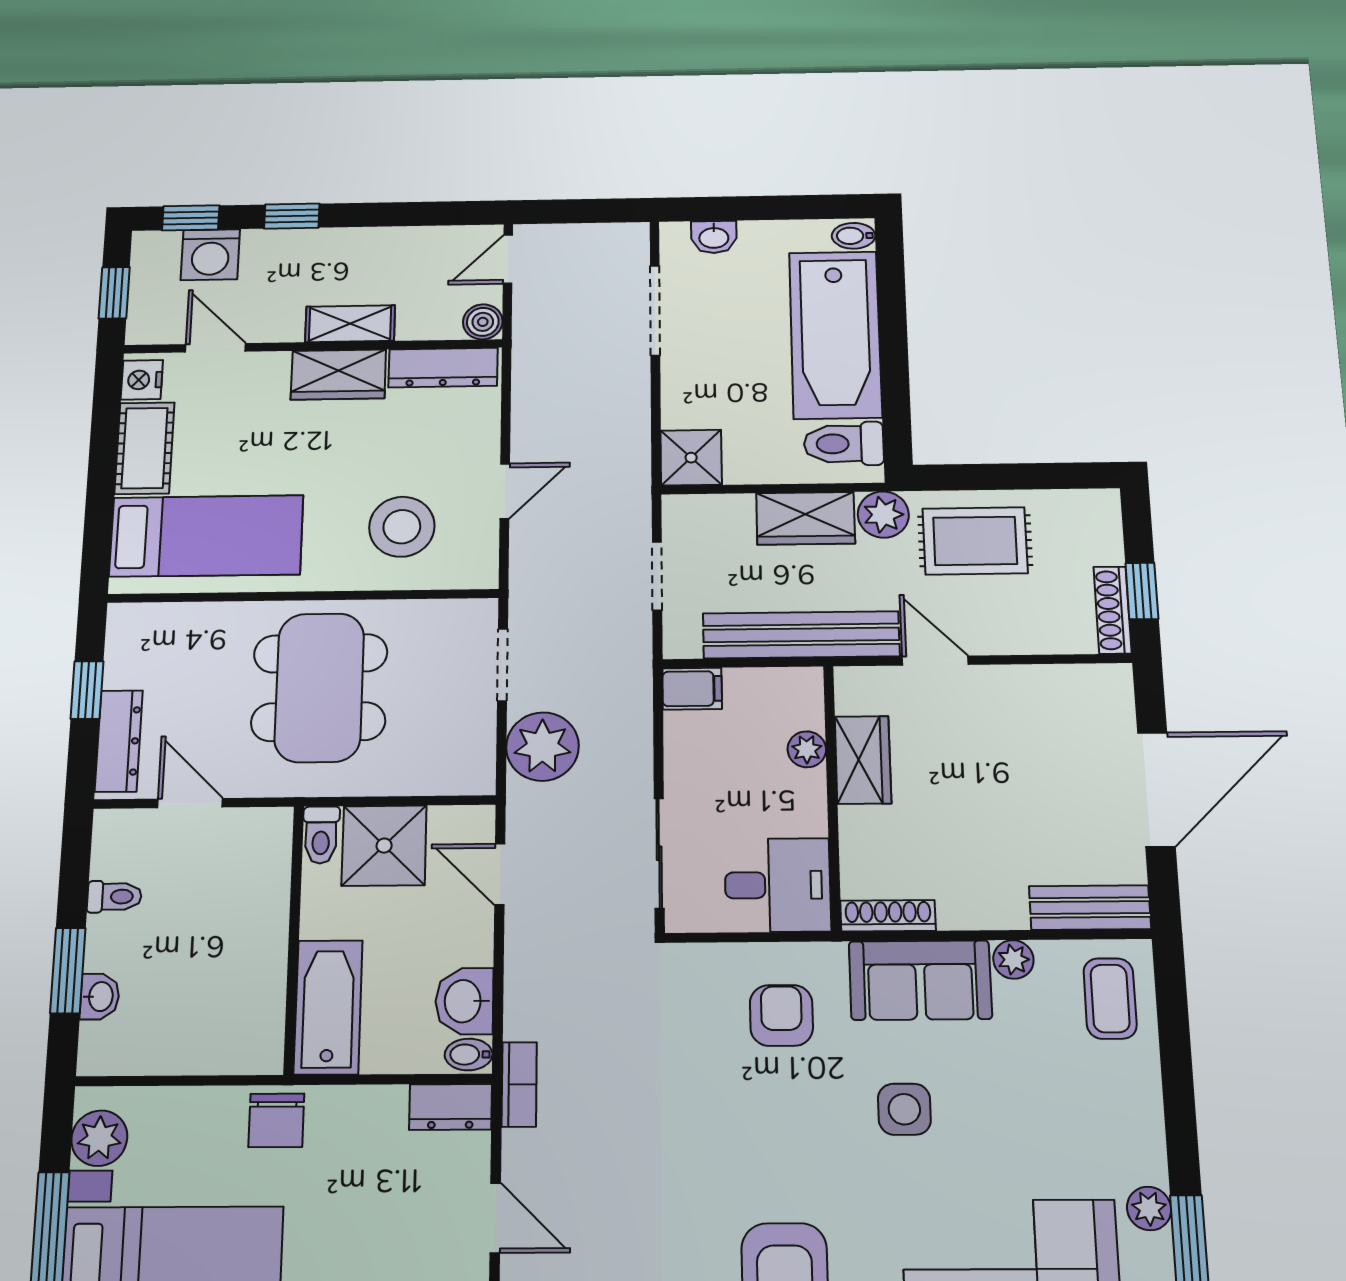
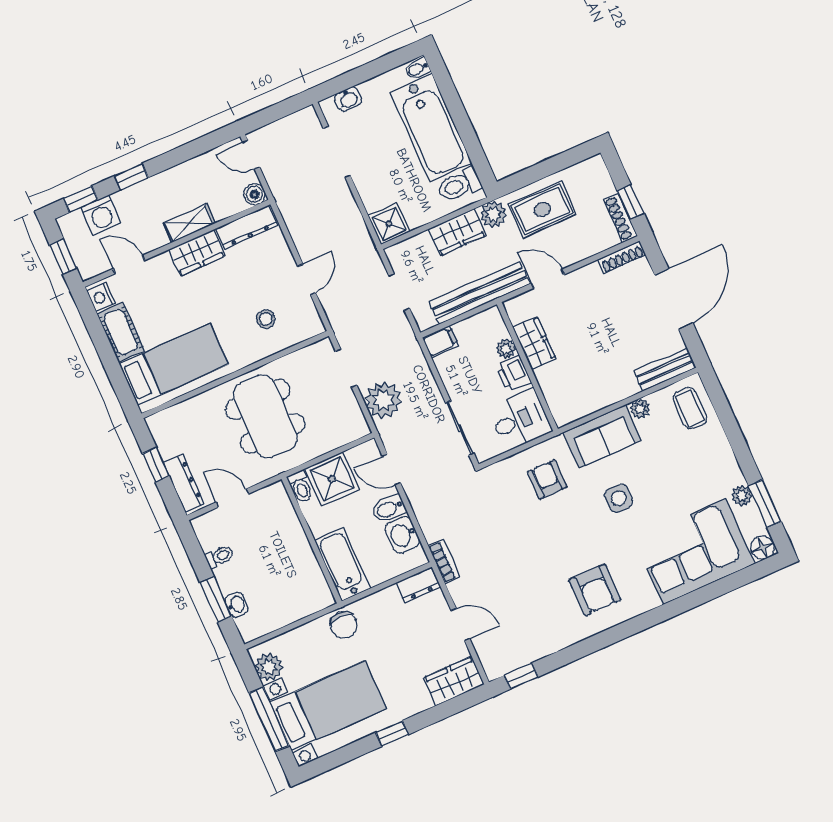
door: (508, 259) -> (251, 155), hinge flipped
stool: (402, 527) -> (266, 319), width x0.53, depth x0.53
printer: (801, 799) -> (513, 374), added
shoe rack: (888, 916) -> (622, 257), moved, turned 180
bidet: (469, 1054) -> (389, 509), moved, width x1.38, depth x1.36

